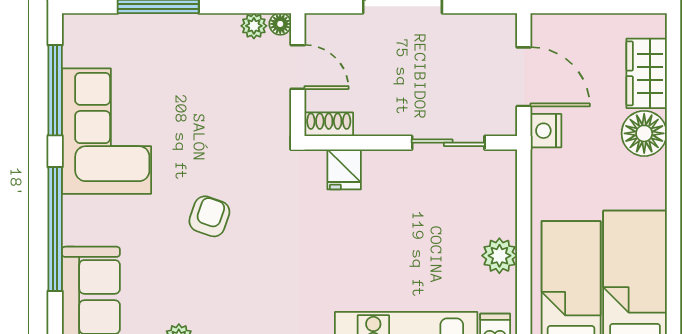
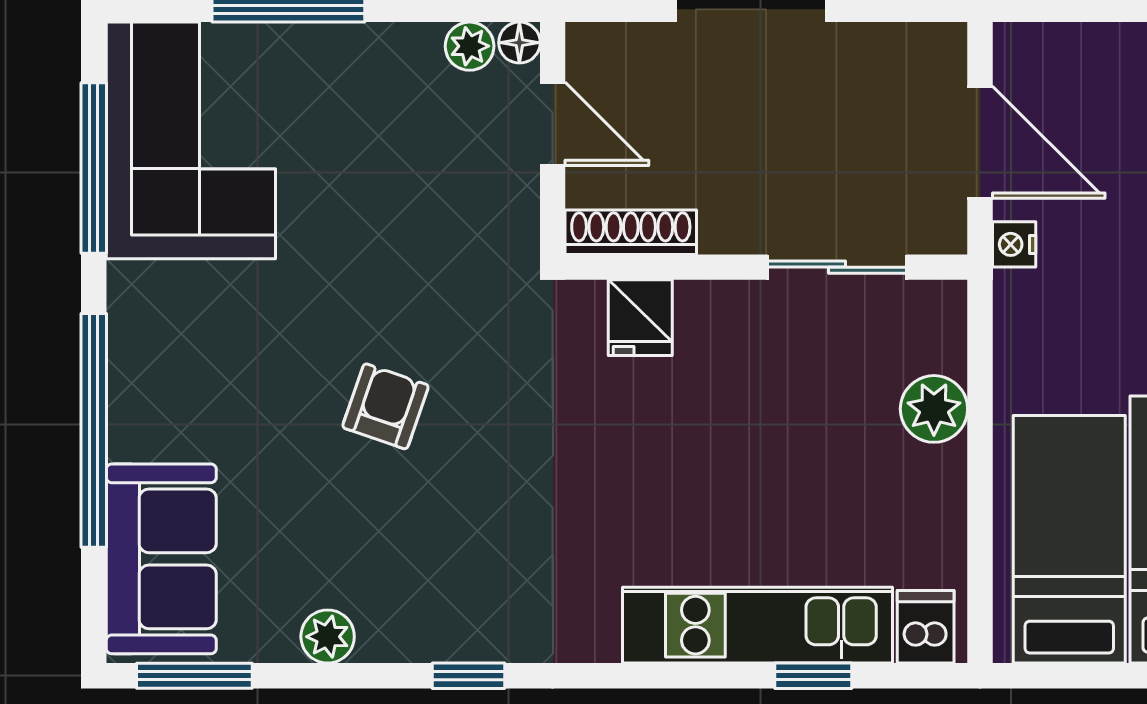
shoe rack: (329, 124) -> (631, 232), width x1.43
corner sofa: (106, 131) -> (191, 140), moved
nightstand: (546, 131) -> (1014, 244), width x0.72, depth x0.74
plant: (499, 256) -> (934, 409), moved

